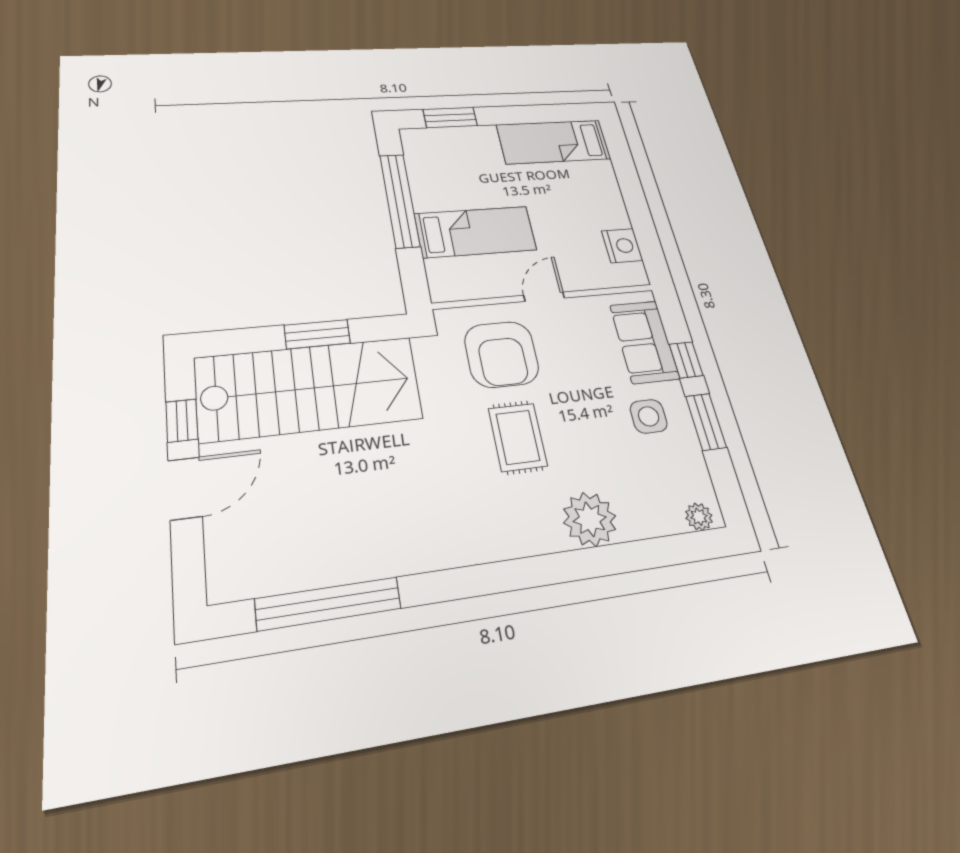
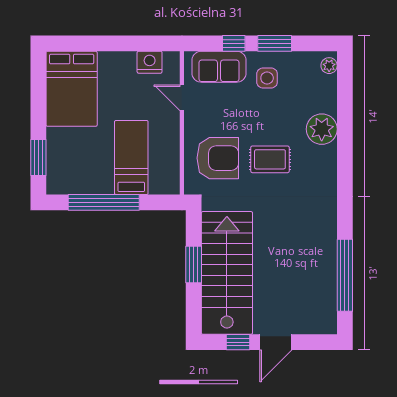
bed: (554, 142) -> (72, 89), width x1.50
door: (544, 297) -> (182, 98), moved
door: (185, 488) -> (276, 342), swing flipped

